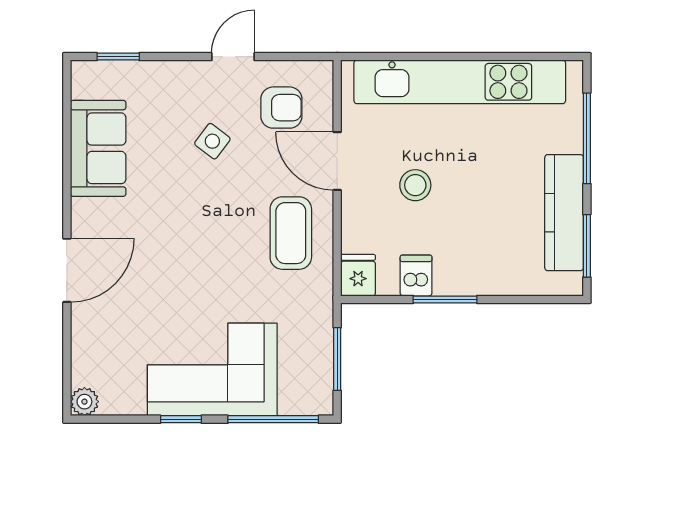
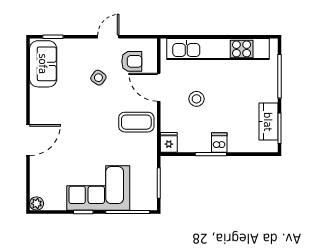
sofa: (98, 148) -> (43, 64), moved
kitchen counter: (564, 213) -> (268, 122), width x0.67
coffee table: (291, 233) -> (136, 122), turned 90
dishwasher: (416, 276) -> (219, 143), moved

